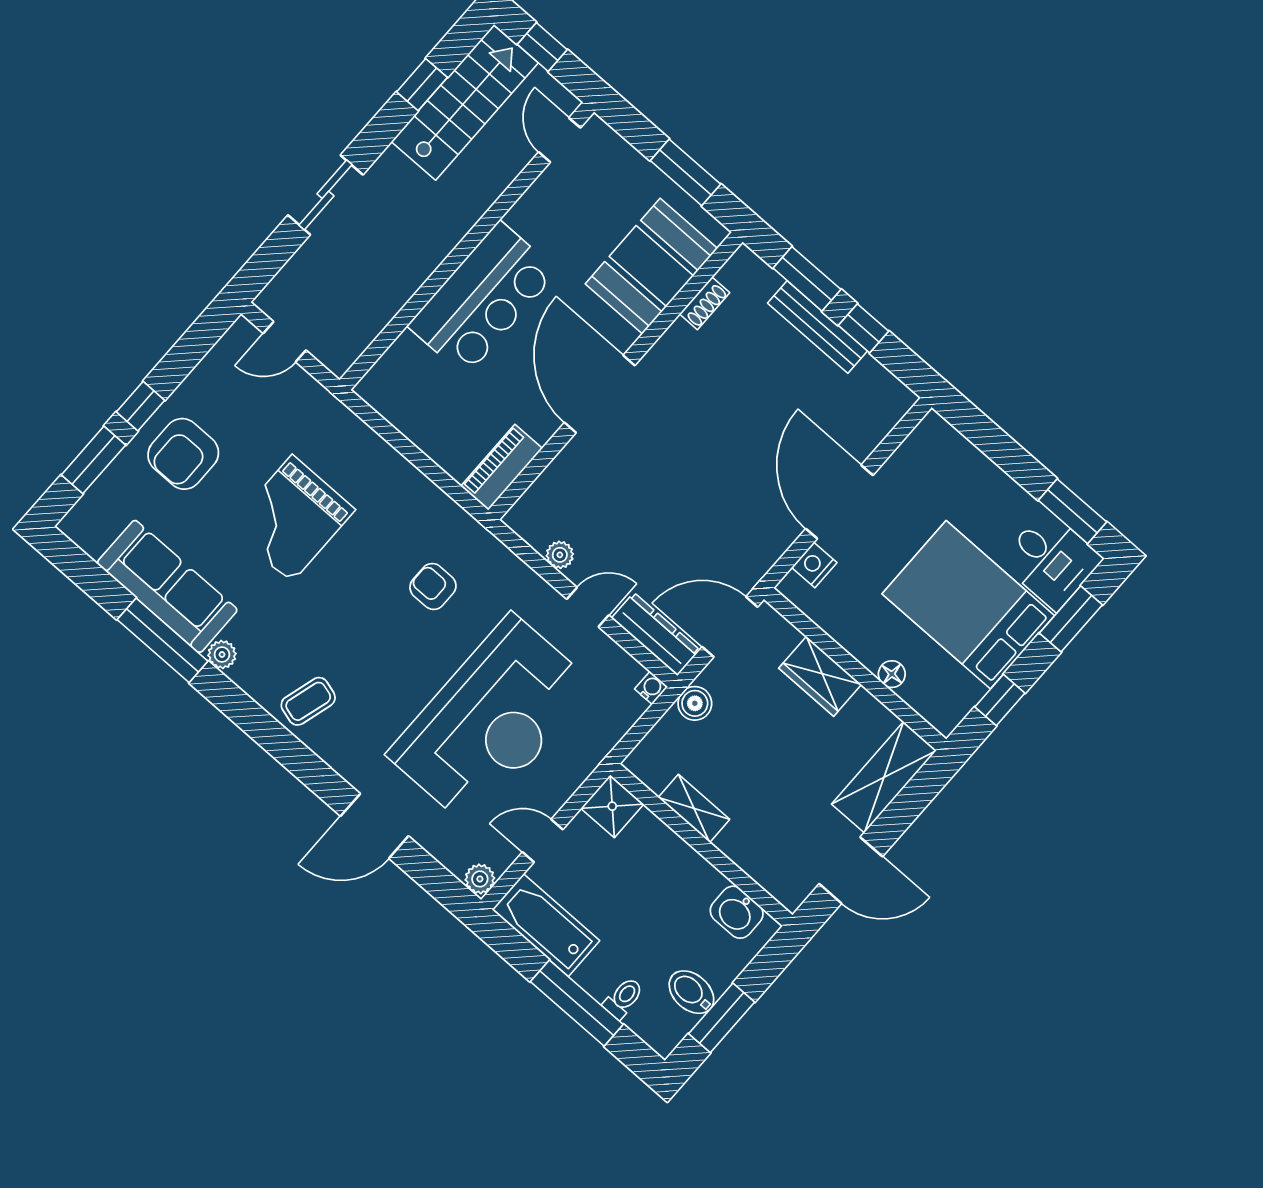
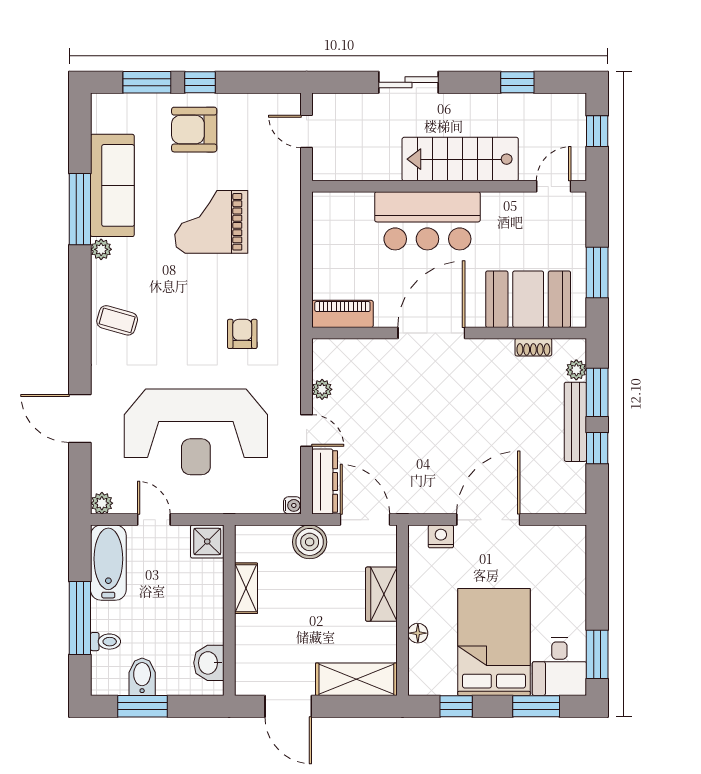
stairs: (465, 102) -> (460, 159), moved, turned 180
plant: (766, 280) -> (576, 370), added
boiler: (695, 703) -> (310, 542), width x1.36, depth x1.36

